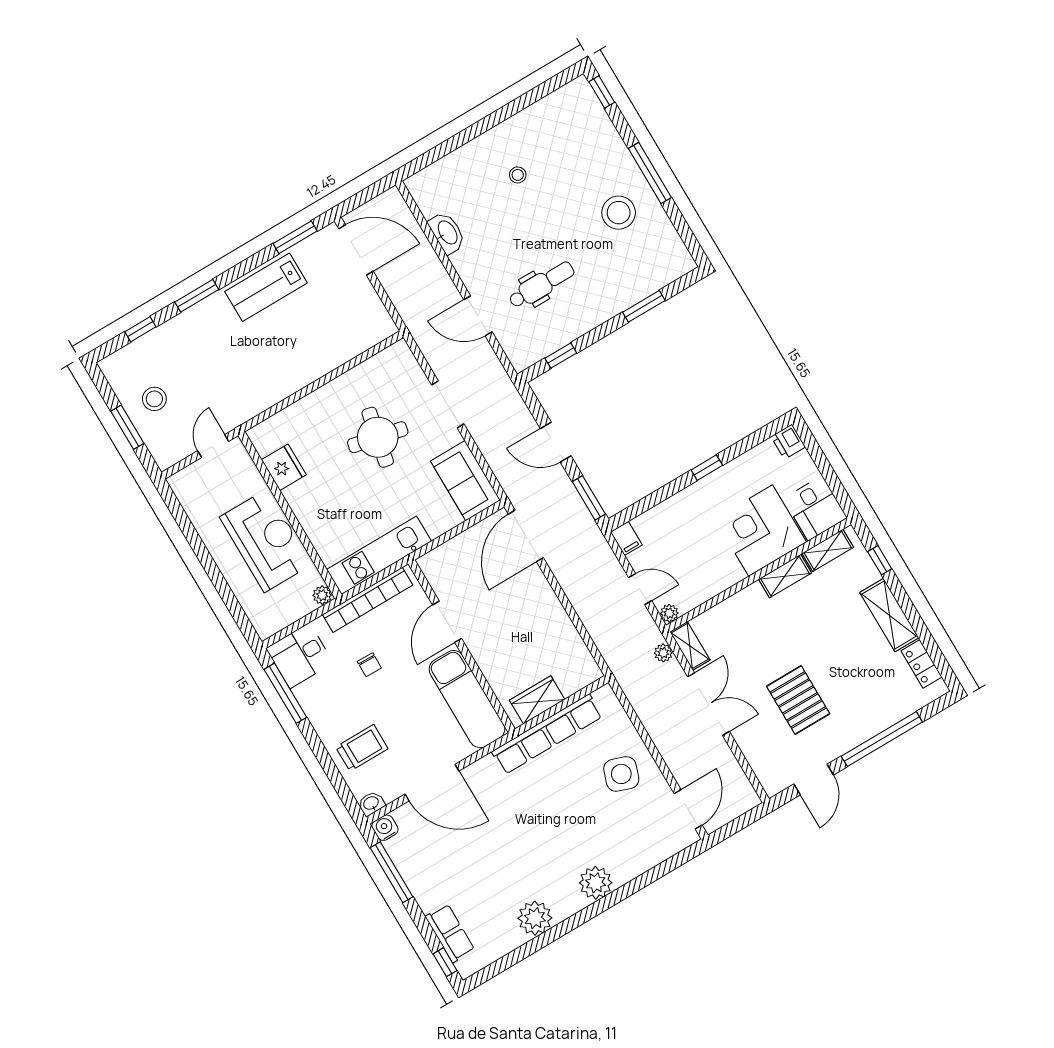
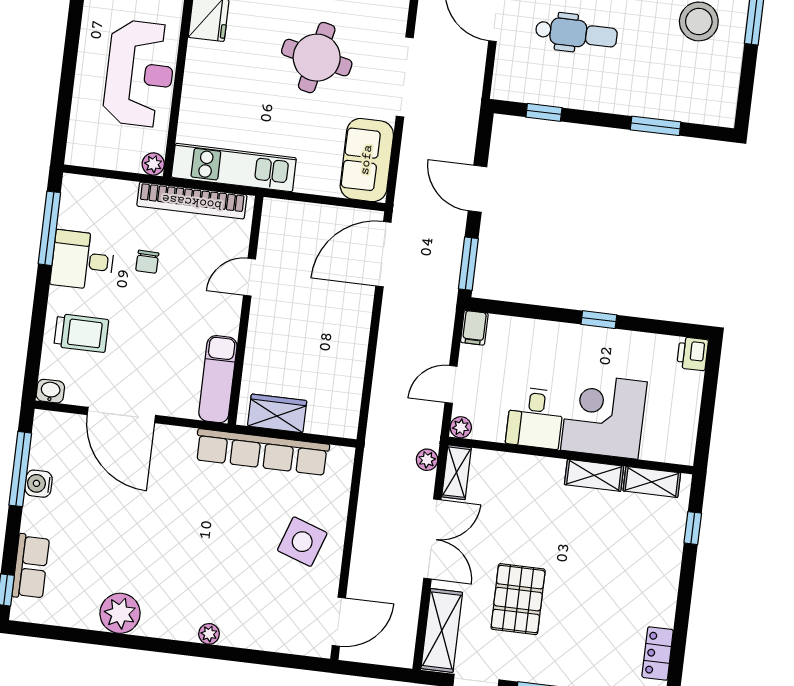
doorway: (448, 404) -> (405, 77), width x1.36
desk: (815, 508) -> (535, 418), moved
door: (640, 589) -> (451, 384), swing flipped
shelving: (889, 615) -> (442, 630), moved
door: (447, 622) -> (250, 277), width x0.73
desk: (300, 656) -> (83, 260), moved
exam couch: (467, 699) -> (218, 379), width x0.73, depth x0.69
water cooler: (385, 828) -> (39, 484), moved, turned -90
plant: (596, 883) -> (209, 634), width x0.53, depth x0.53

